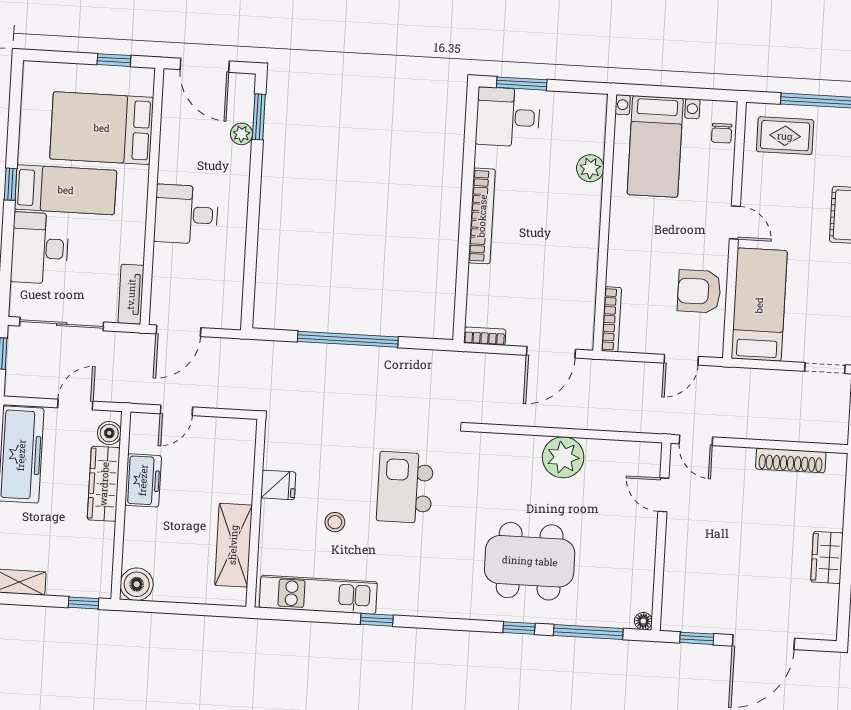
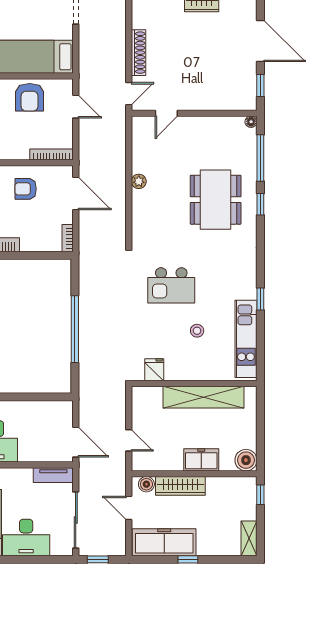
armchair: (562, 277) -> (26, 189), added
plant: (563, 457) -> (139, 181), width x0.53, depth x0.53
shoe rack: (791, 460) -> (139, 53), moved
freezer: (143, 480) -> (201, 460), moved
fridge: (278, 485) -> (154, 370), moved
shelving: (233, 545) -> (203, 397), width x1.47

